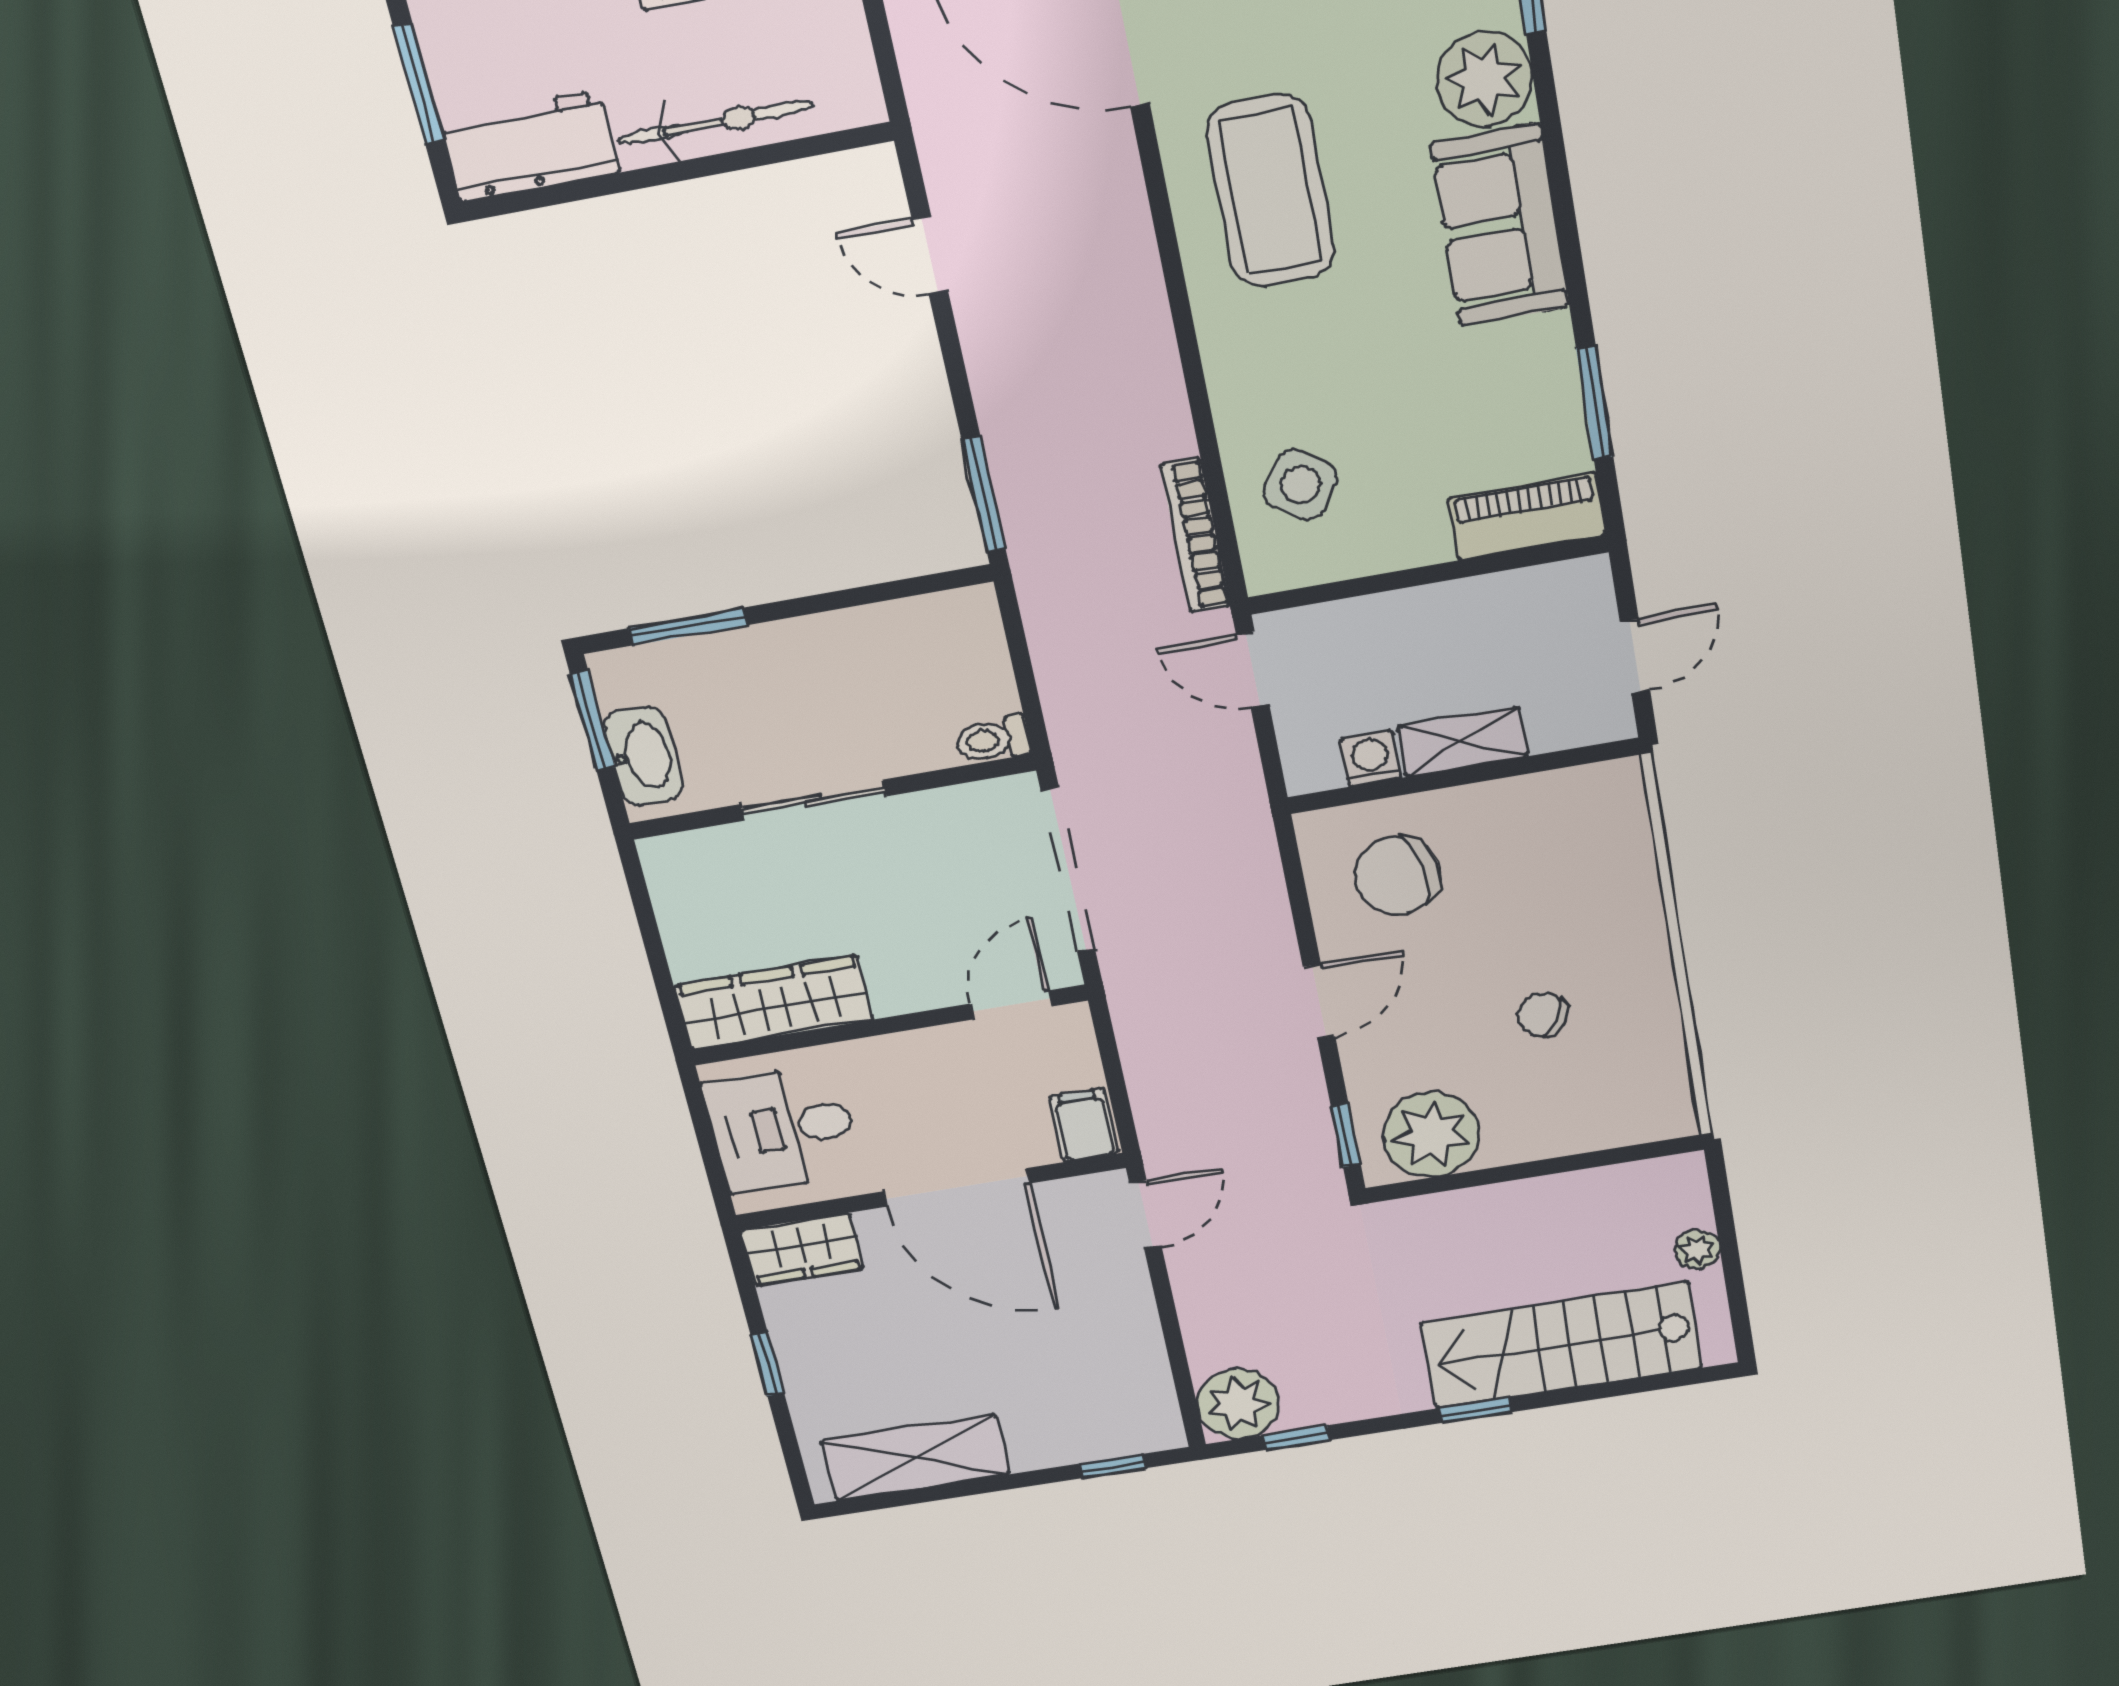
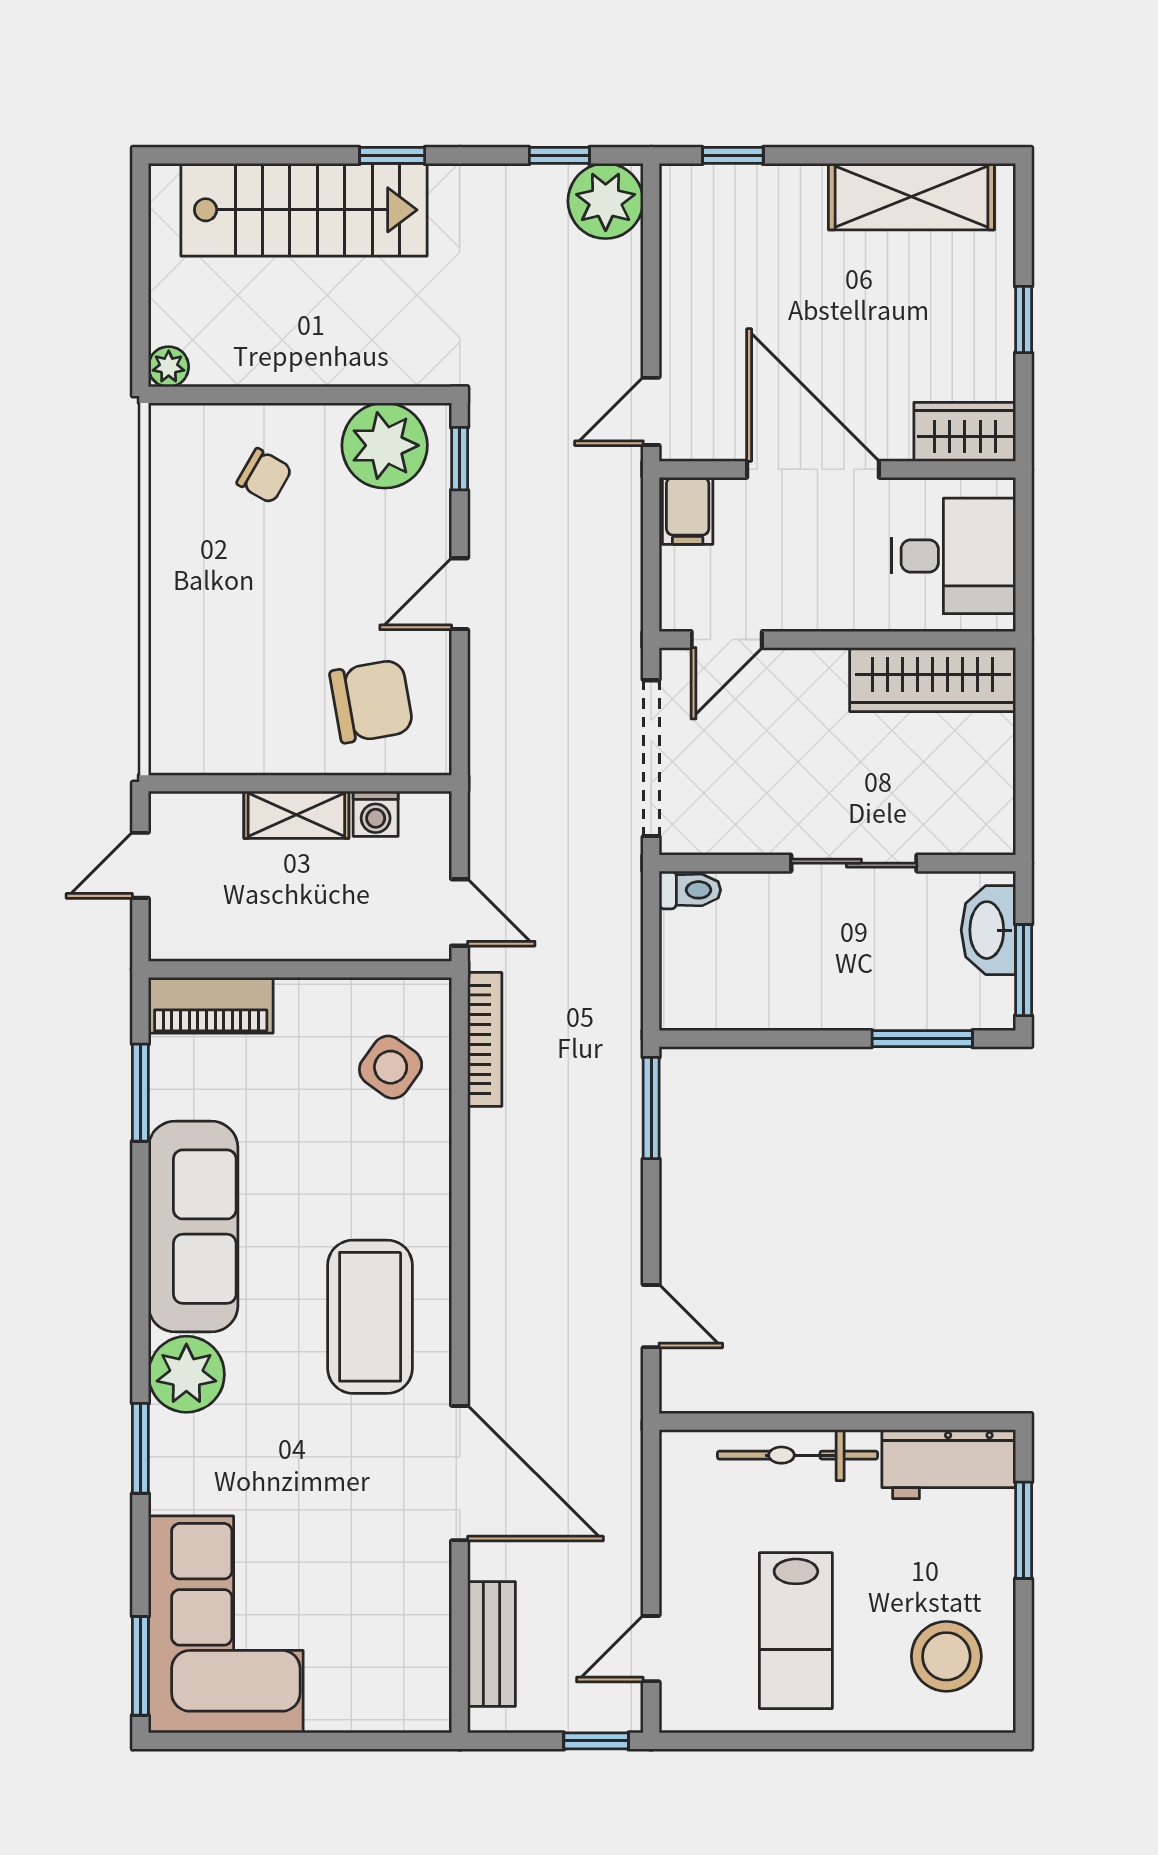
sofa: (1500, 225) -> (193, 1227), width x1.36
chair: (1542, 1015) -> (264, 476), moved
plant: (1697, 1250) -> (169, 367), moved

